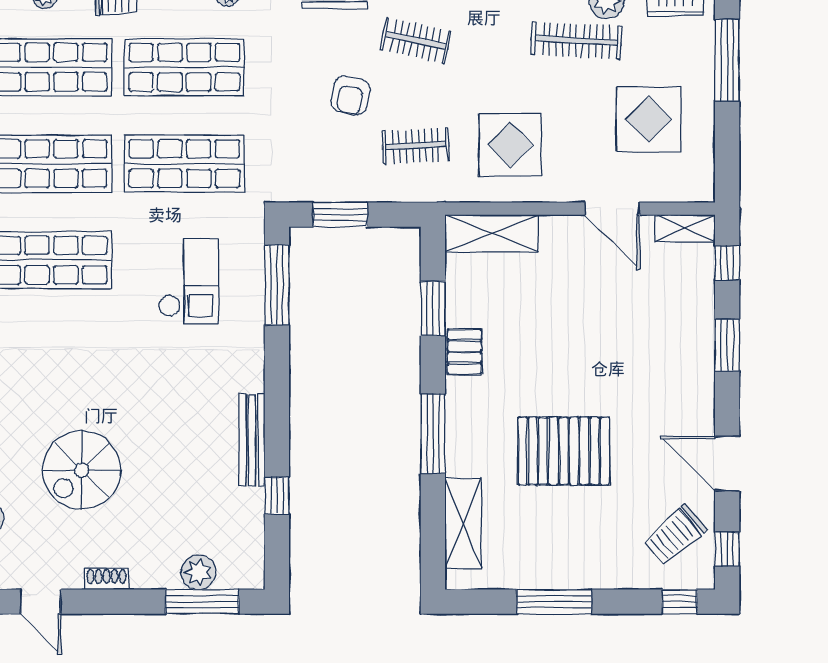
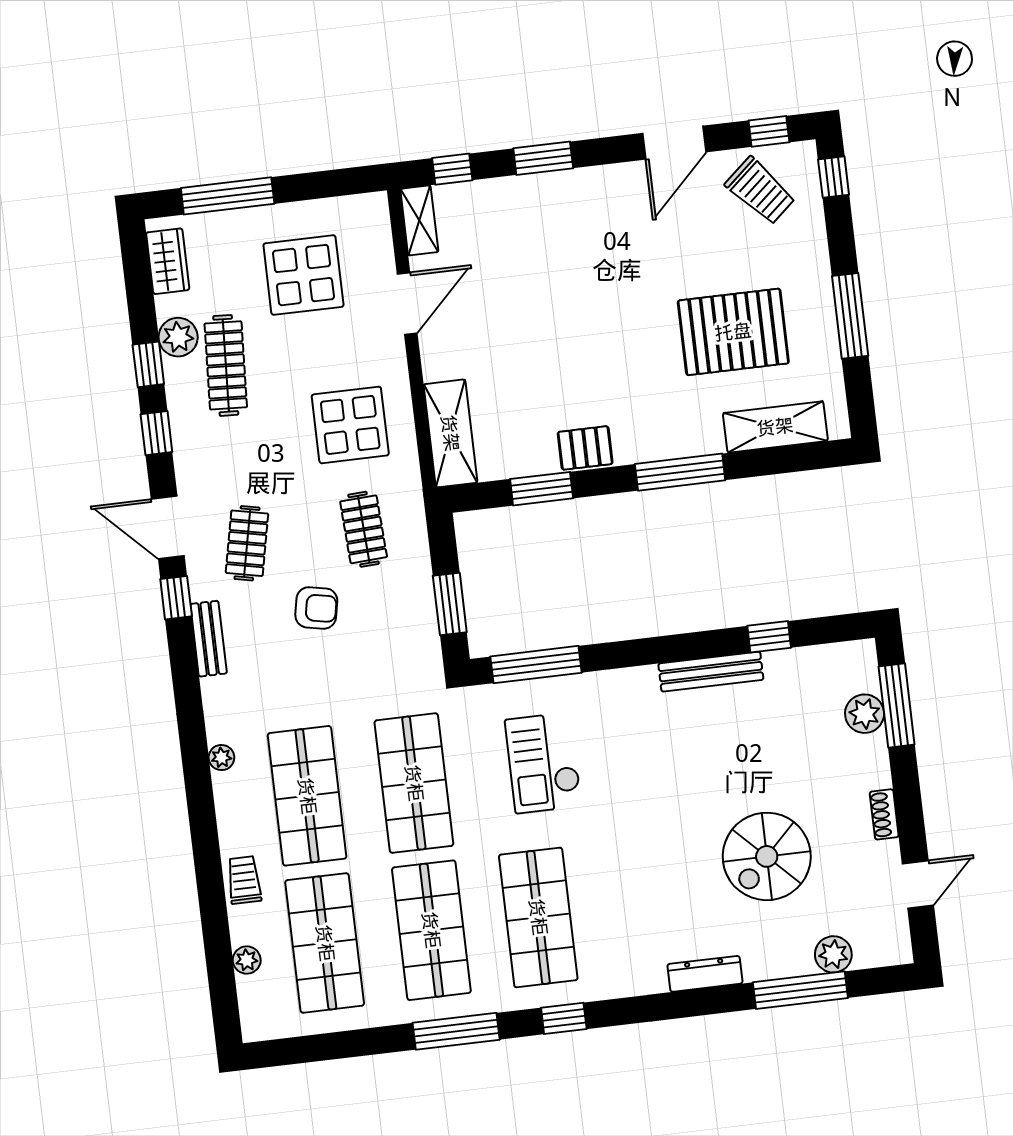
checkout: (189, 281) -> (543, 763), turned -90
pallet: (564, 451) -> (733, 332), moved, turned 90
spiral stairs: (82, 470) -> (767, 856), turned 90

